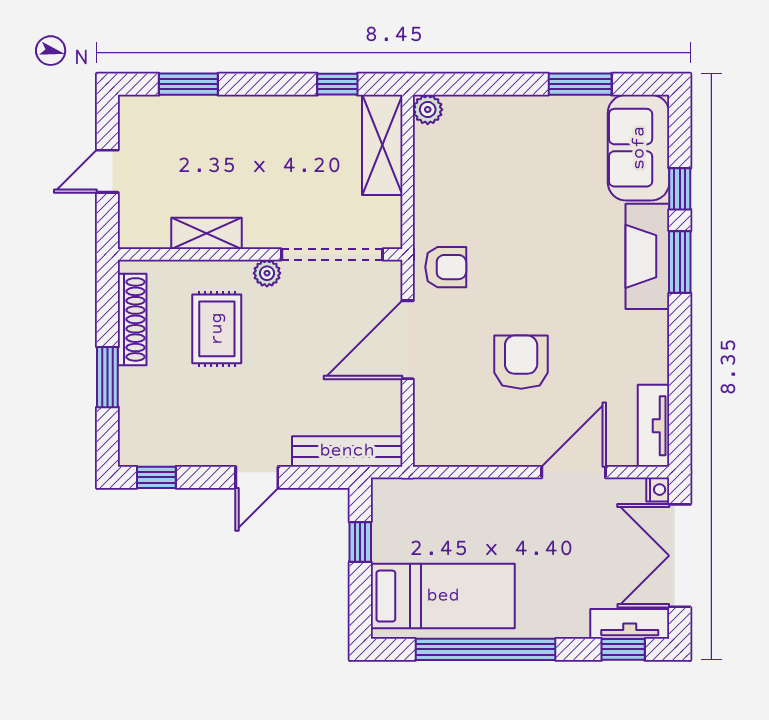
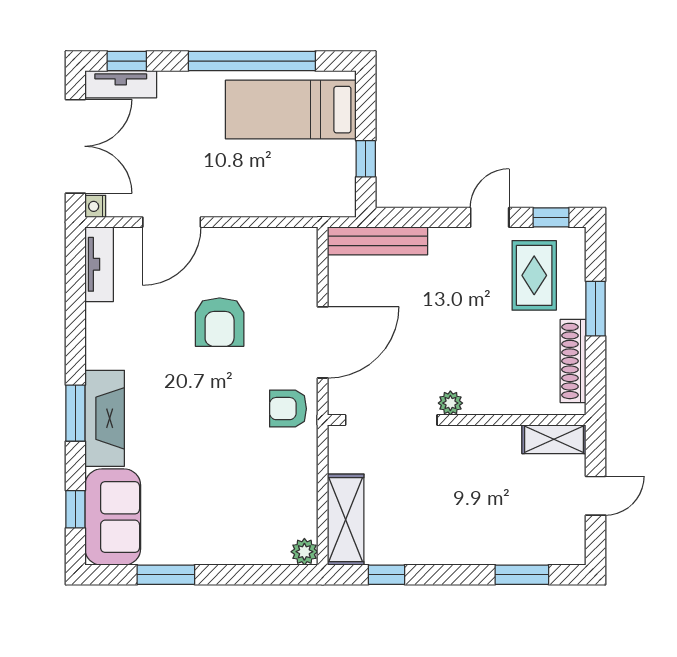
window: (680, 189) -> (75, 509), moved
shelving: (207, 233) -> (554, 439), moved
rug: (217, 329) -> (534, 275), moved
door: (257, 477) -> (490, 217), moved

